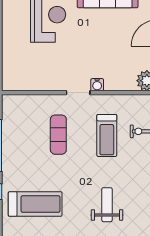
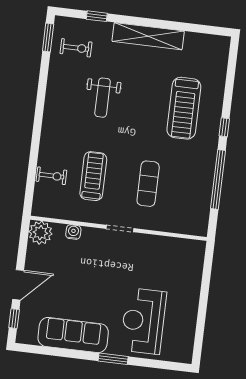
water cooler: (97, 85) -> (73, 232), moved
treadmill: (35, 204) -> (184, 108), turned -90

